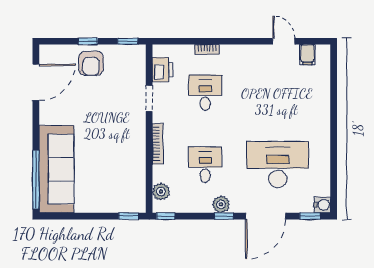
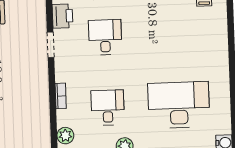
bookcase: (158, 144) -> (61, 96), width x0.64

